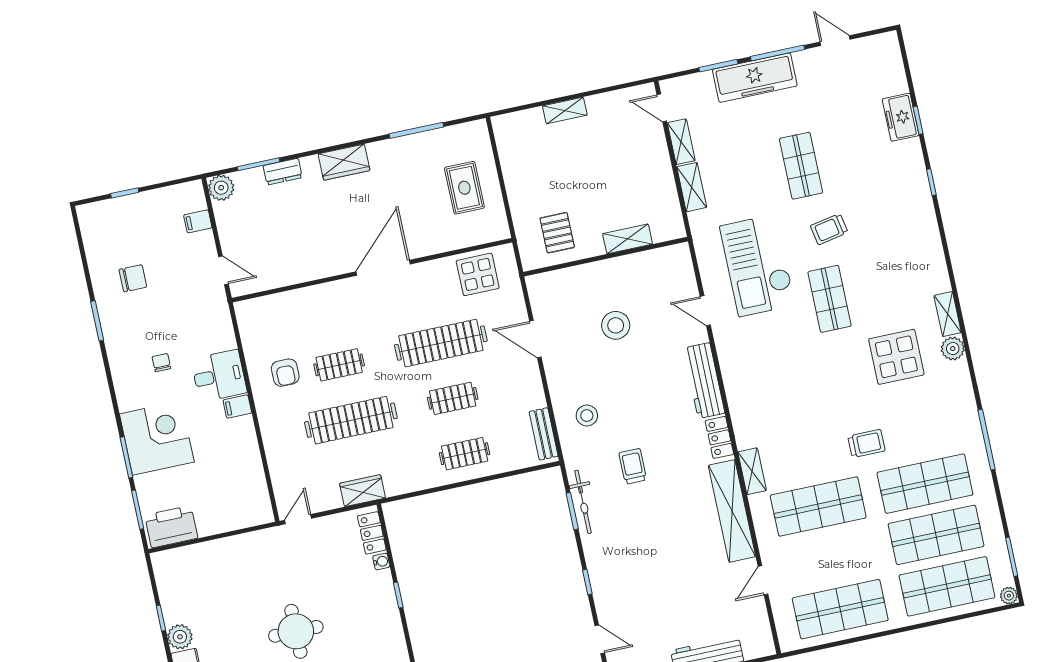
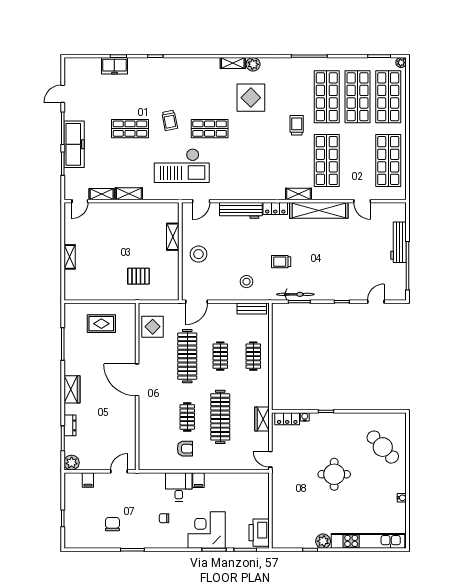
shelving: (628, 239) -> (173, 237), moved
wall: (606, 257) -> (180, 251), moved

